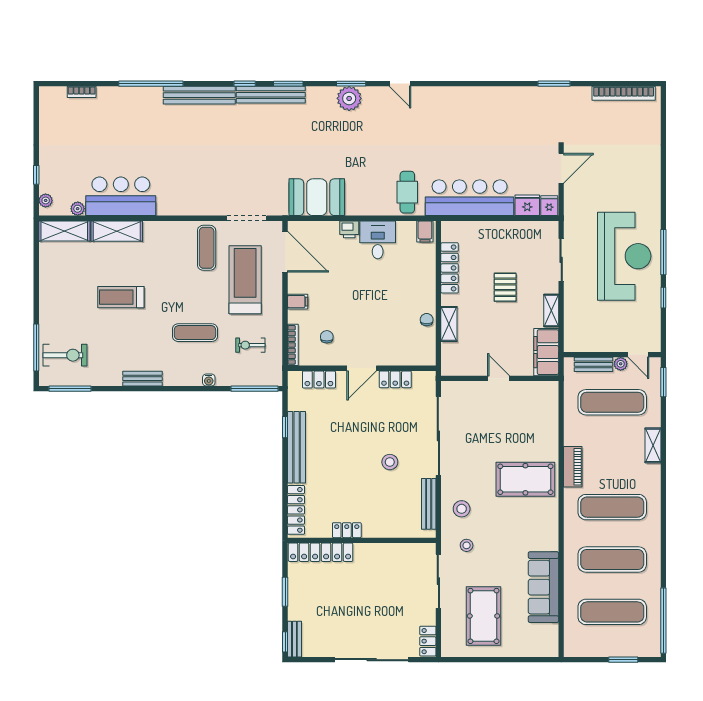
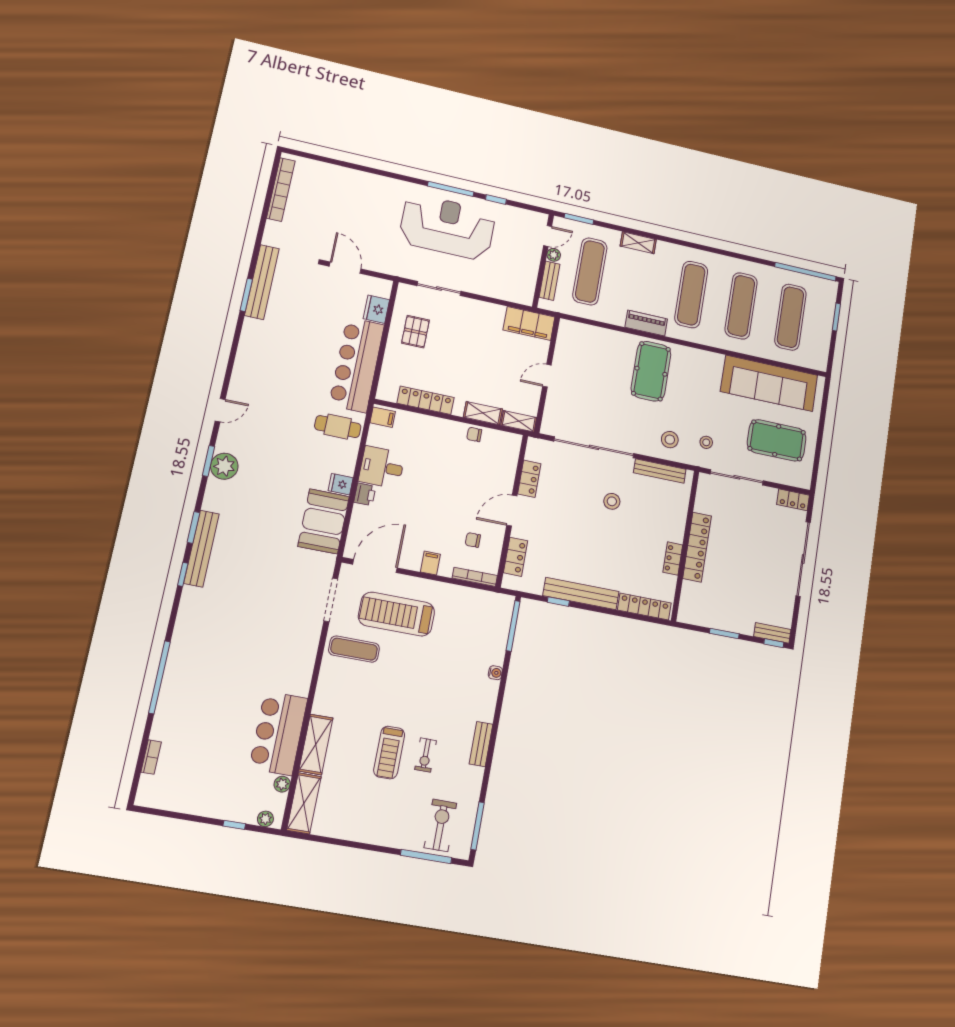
window: (554, 84) -> (246, 295), moved
bench: (199, 95) -> (262, 282), moved
fridge: (549, 206) -> (341, 484), moved
pallet: (505, 287) -> (415, 332), moved, turned 90
shelving: (551, 310) -> (519, 421), moved
exercise mat: (195, 333) -> (443, 678), removed
exercise bike: (250, 345) -> (426, 755), moved
door: (362, 368) -> (512, 511), swing flipped
locker: (321, 552) -> (697, 547), moved
sofa: (543, 587) -> (769, 383), width x1.36, depth x1.27

